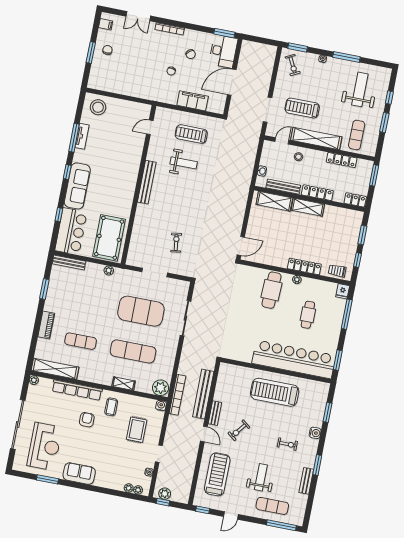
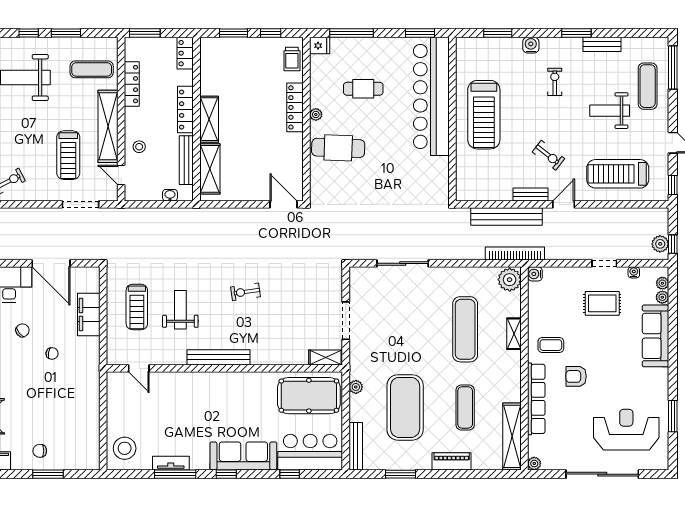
exercise bike: (176, 243) -> (245, 292), moved
shelving: (132, 254) -> (326, 358), added
exercise mat: (141, 311) -> (405, 407), moved
rug: (137, 430) -> (602, 303), moved
sofa: (79, 474) -> (656, 336), moved, width x1.36

